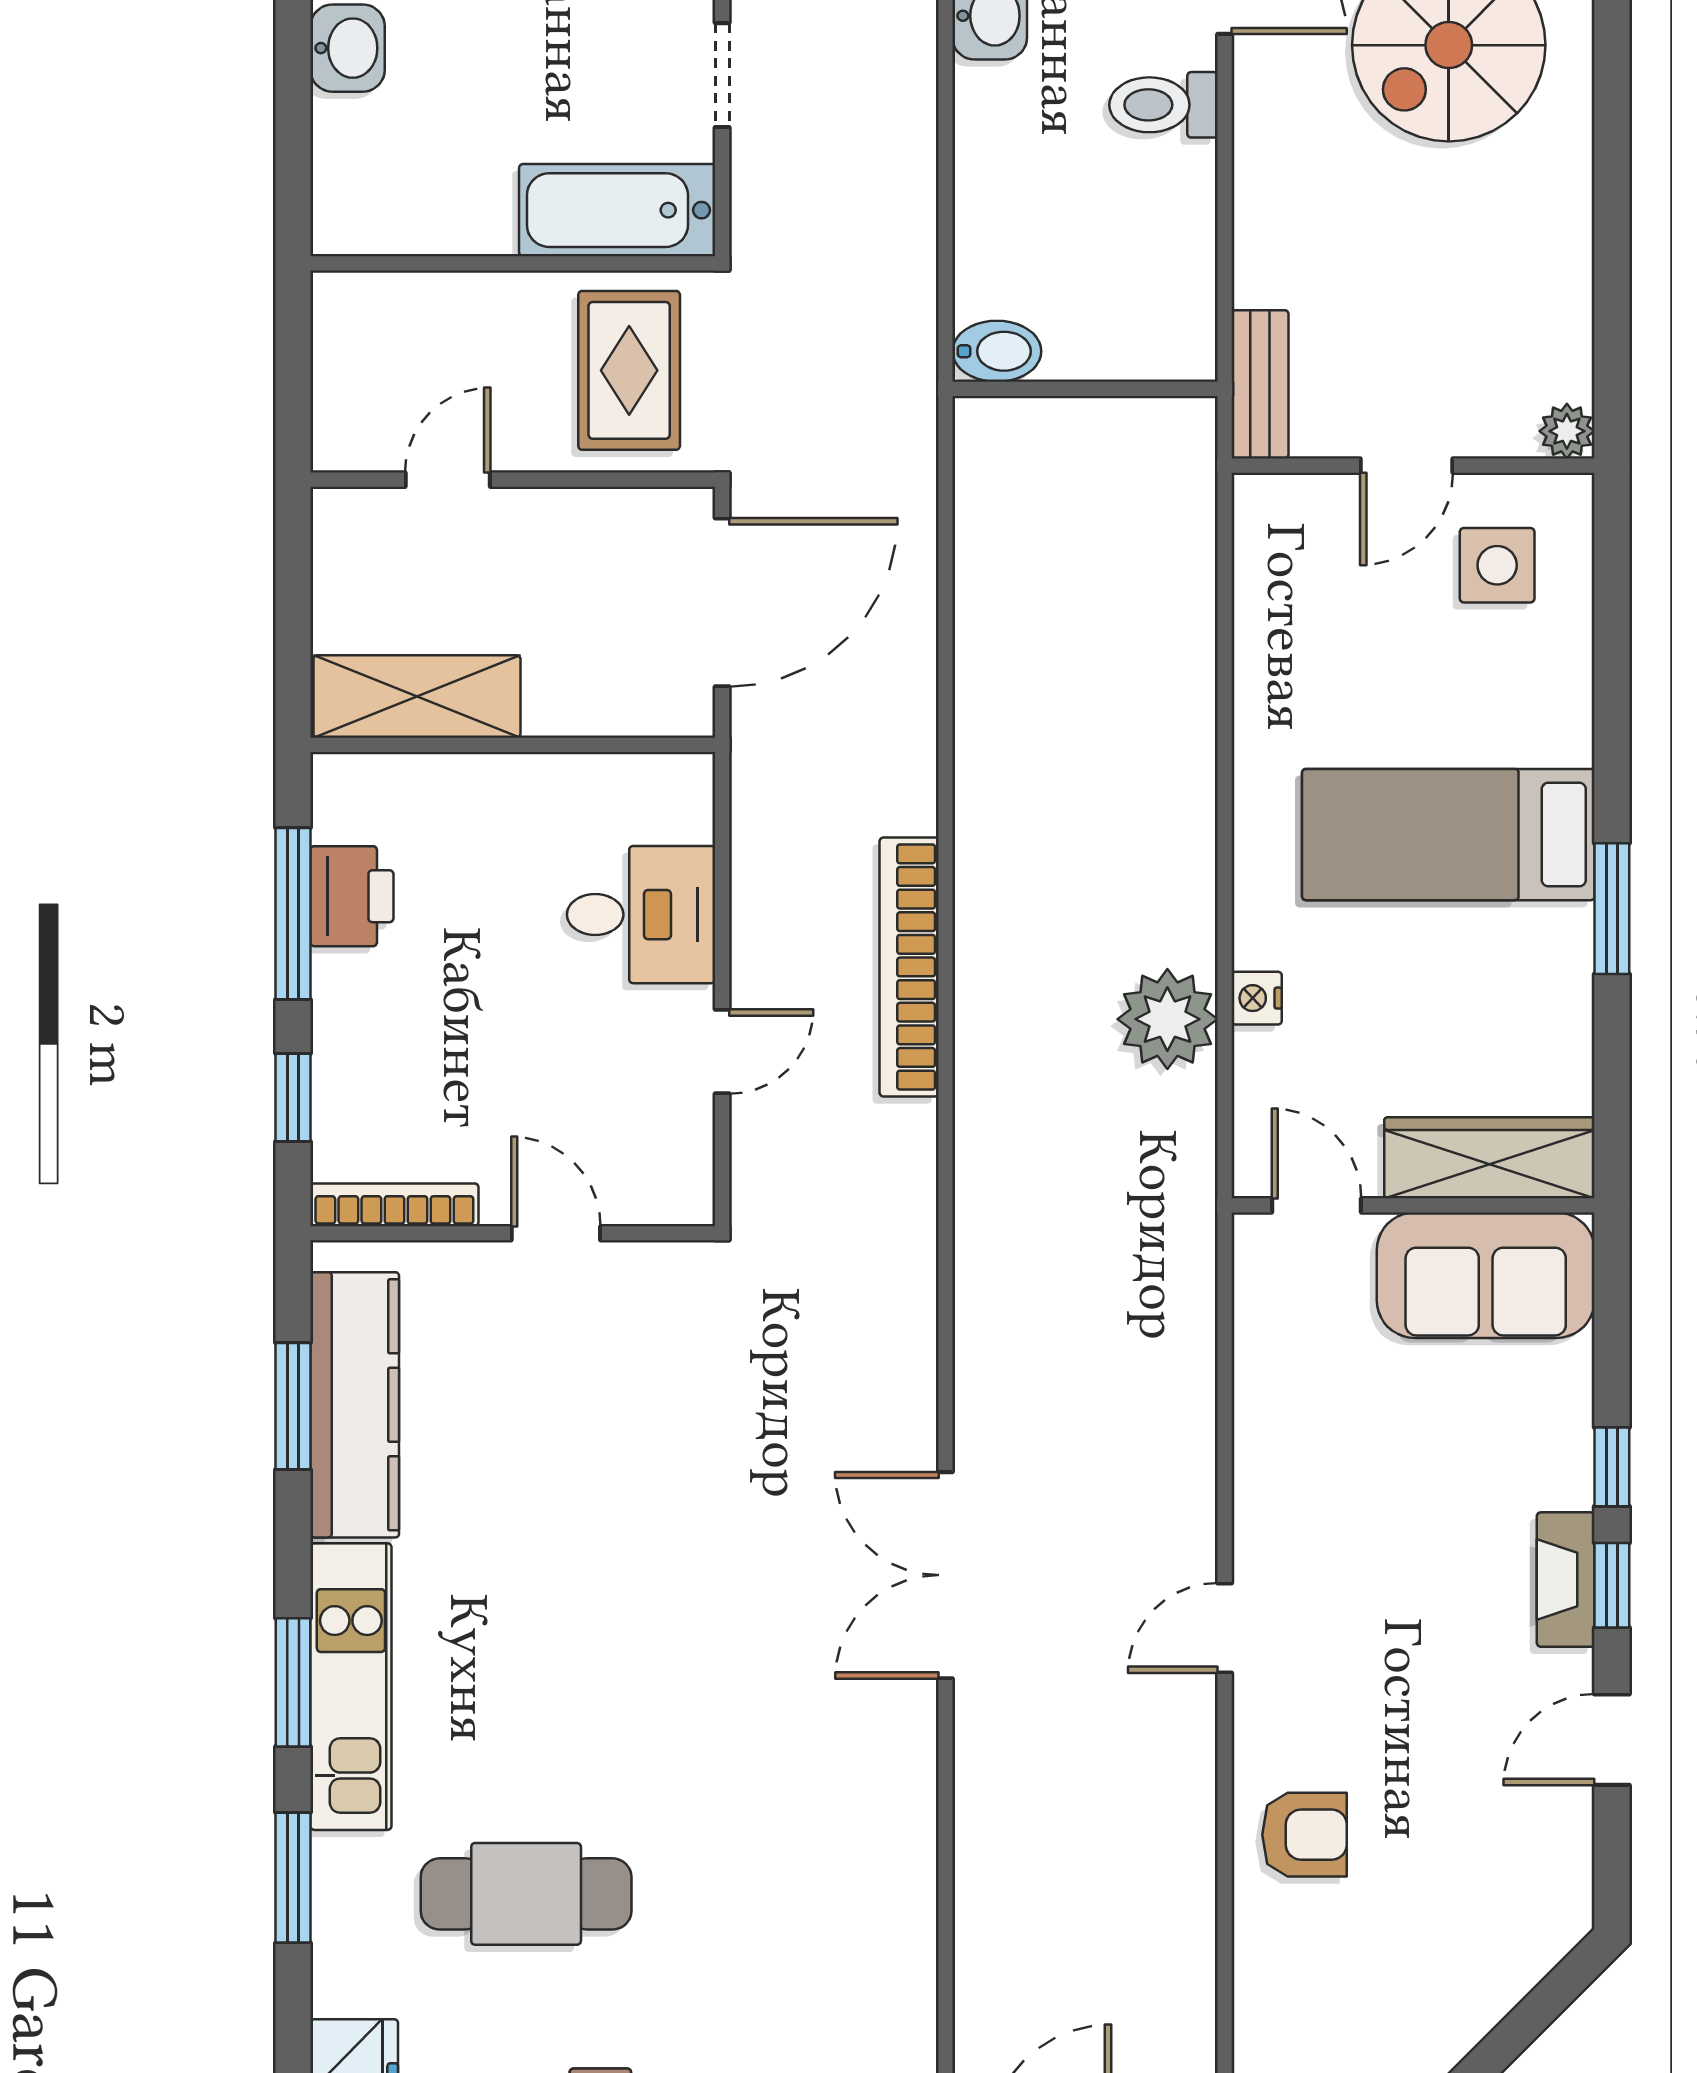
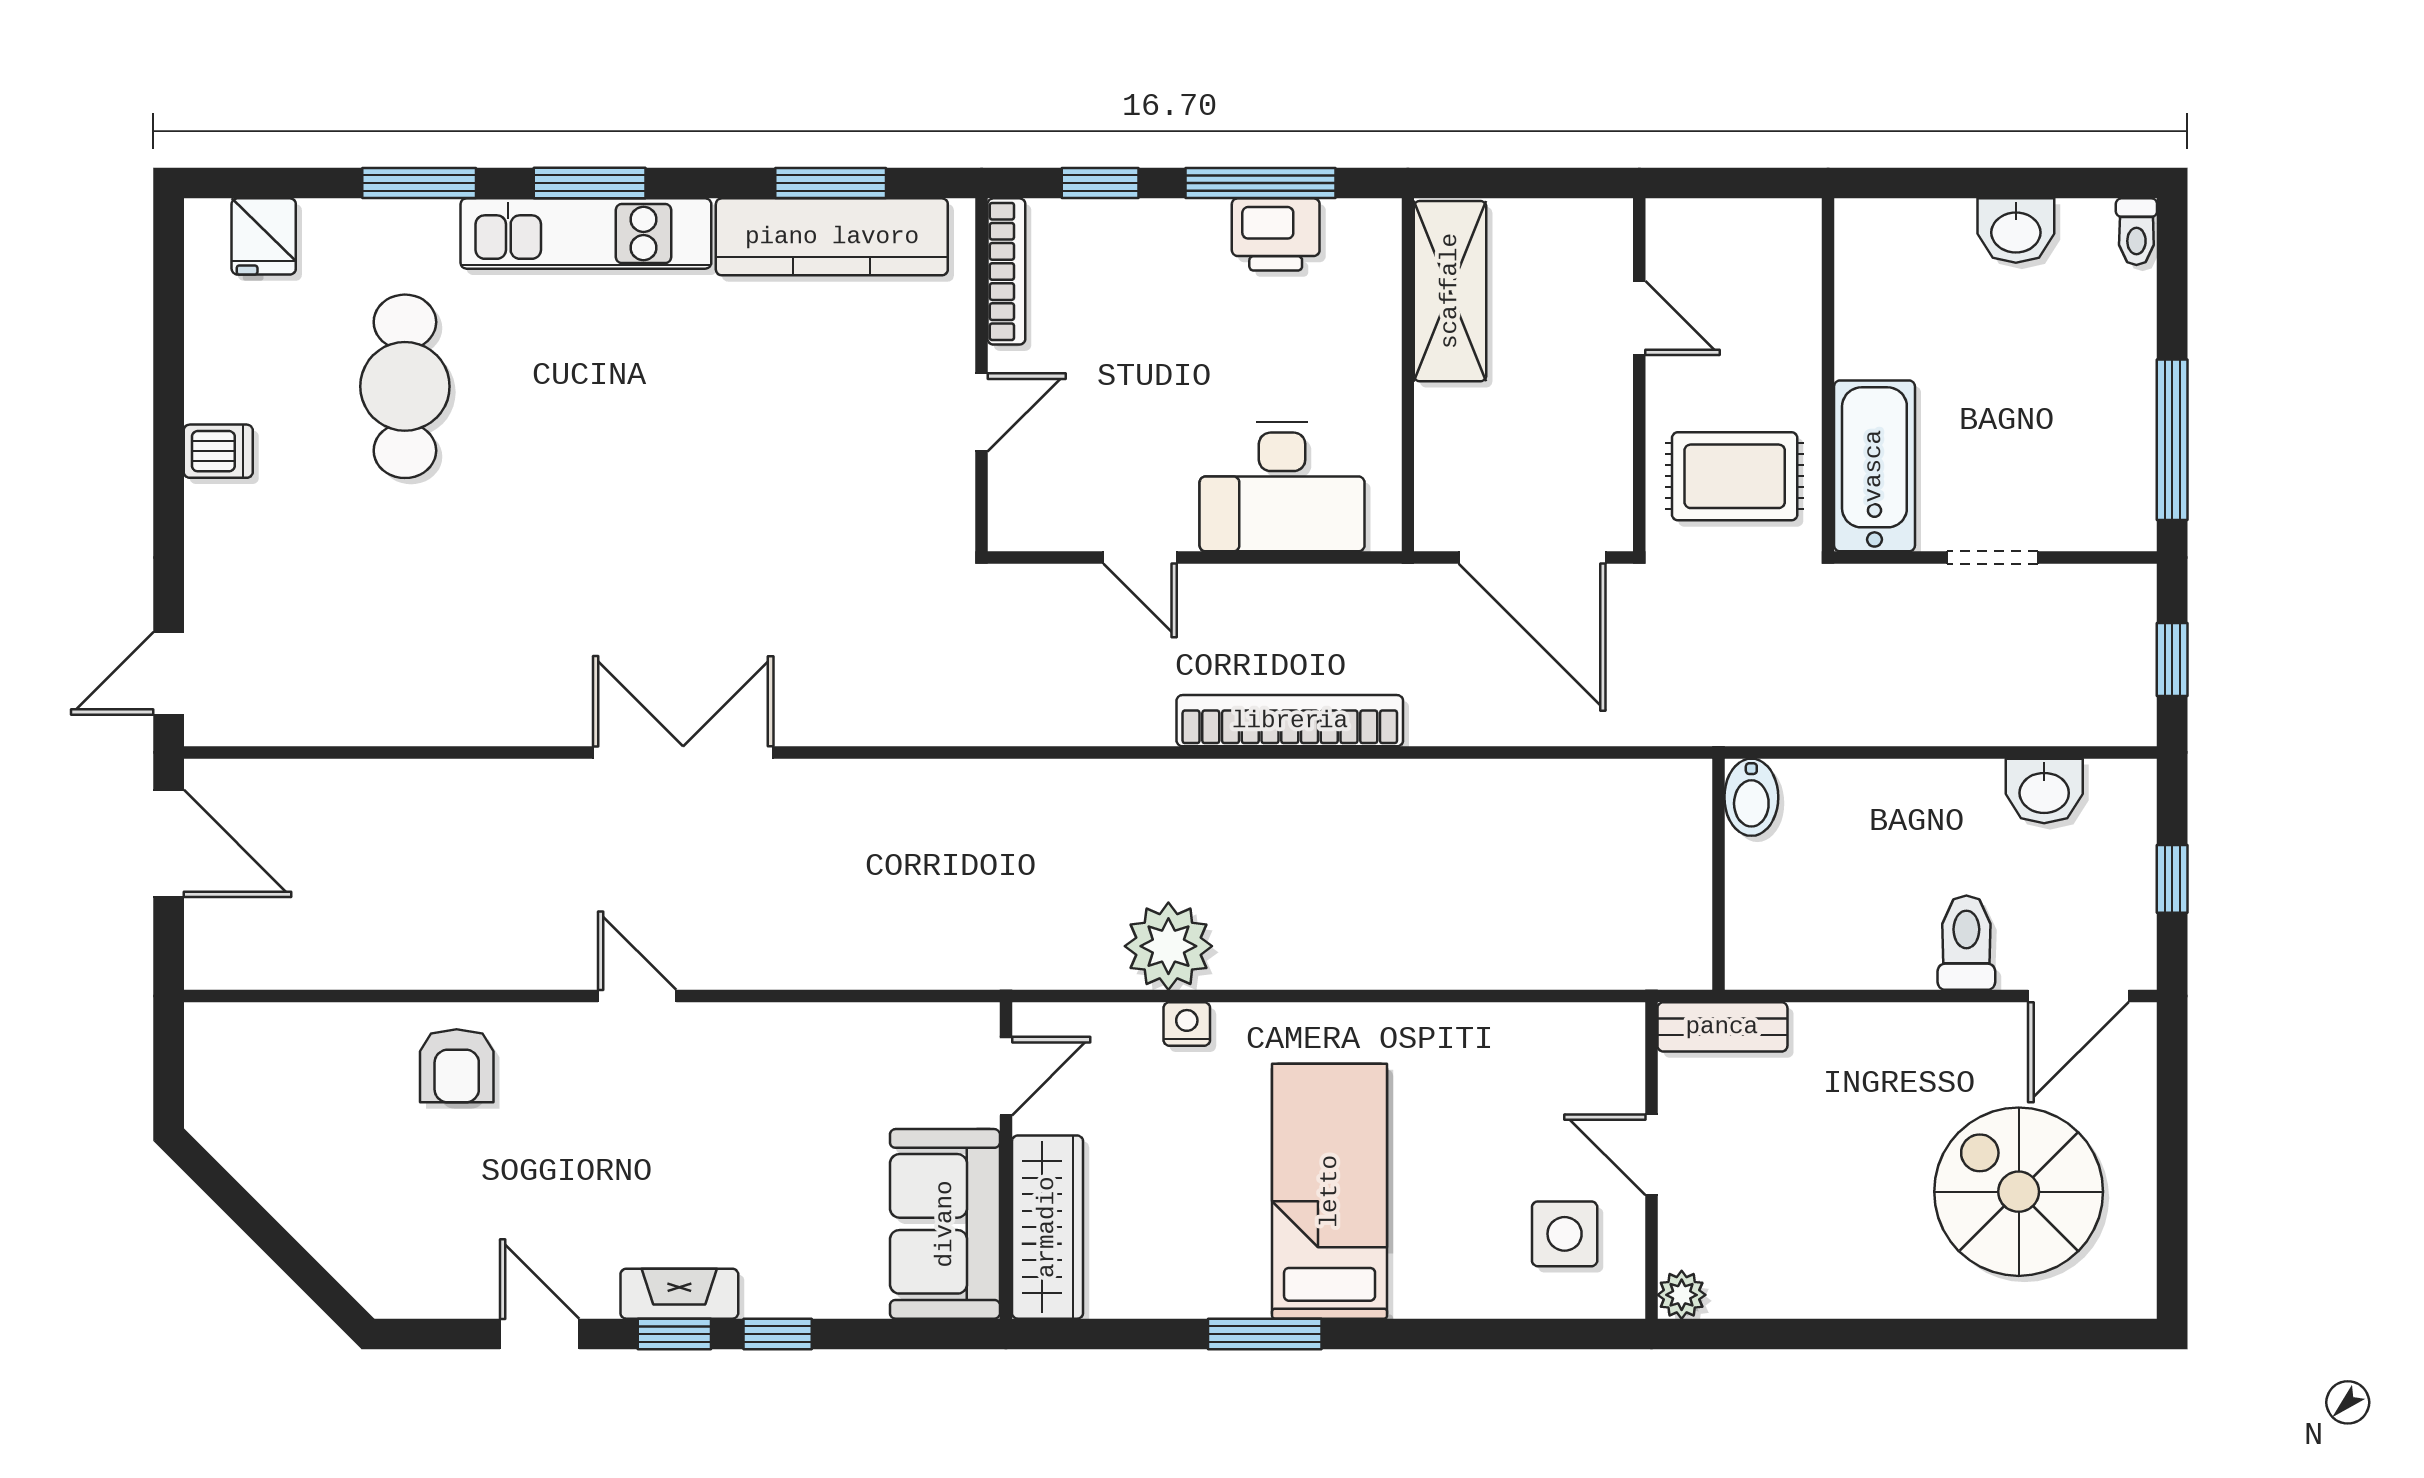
desk: (641, 915) -> (1282, 487), width x1.37
bookcase: (909, 967) -> (1290, 721), moved

